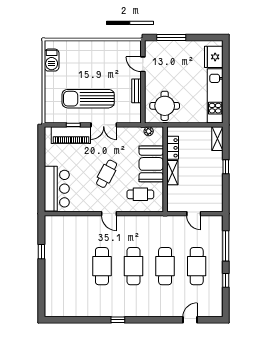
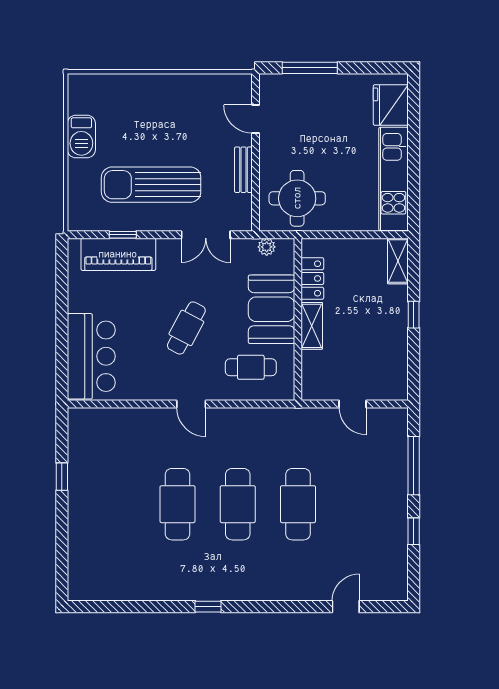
barbecue: (52, 60) -> (81, 137), moved
double door: (104, 125) -> (206, 235), moved
cafe table: (197, 266) -> (358, 504), removed

